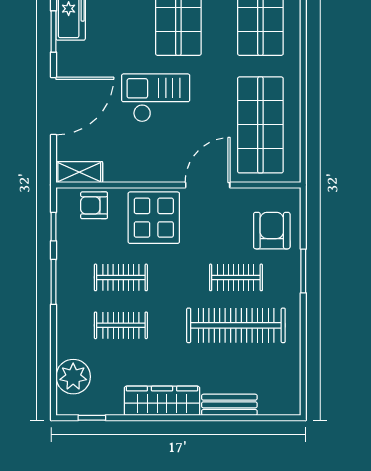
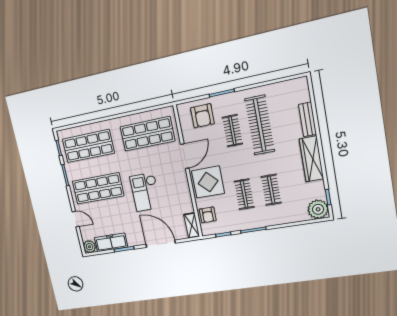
door: (208, 185) -> (185, 156), swing flipped
armchair: (272, 231) -> (202, 116), turned -90
plant: (73, 377) -> (318, 209), moved

